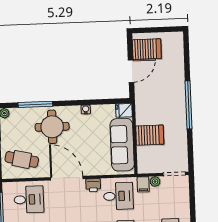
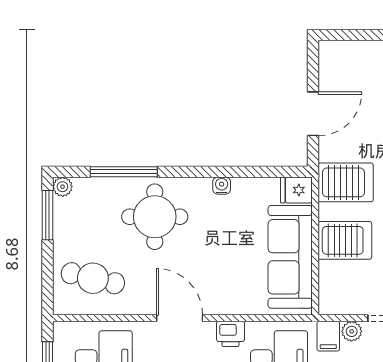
server rack: (147, 49) -> (346, 182), moved
door: (67, 178) -> (180, 318), width x0.73

